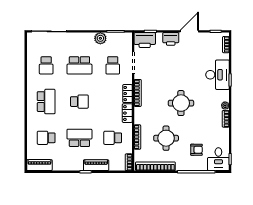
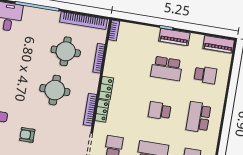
round table: (181, 103) -> (55, 90), moved
school desk: (113, 138) -> (128, 62), removed
armchair: (197, 150) -> (27, 135), moved
piano: (96, 165) -> (174, 37), moved

